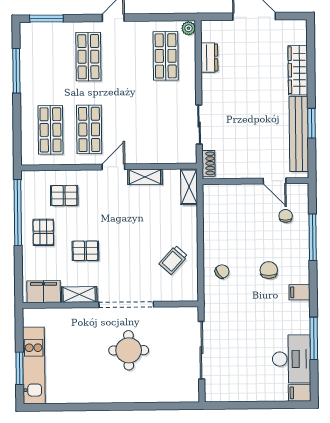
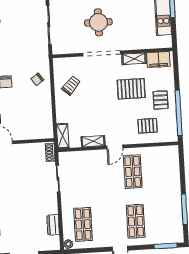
shop shelf: (51, 130) -> (159, 170), removed
pallet: (85, 251) -> (131, 89), width x1.50, depth x1.42

